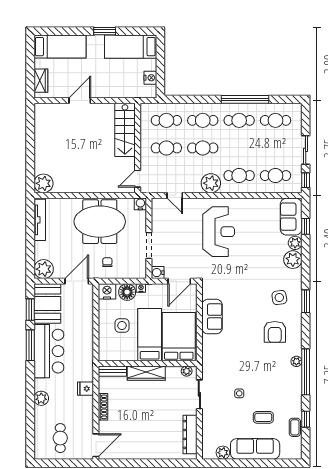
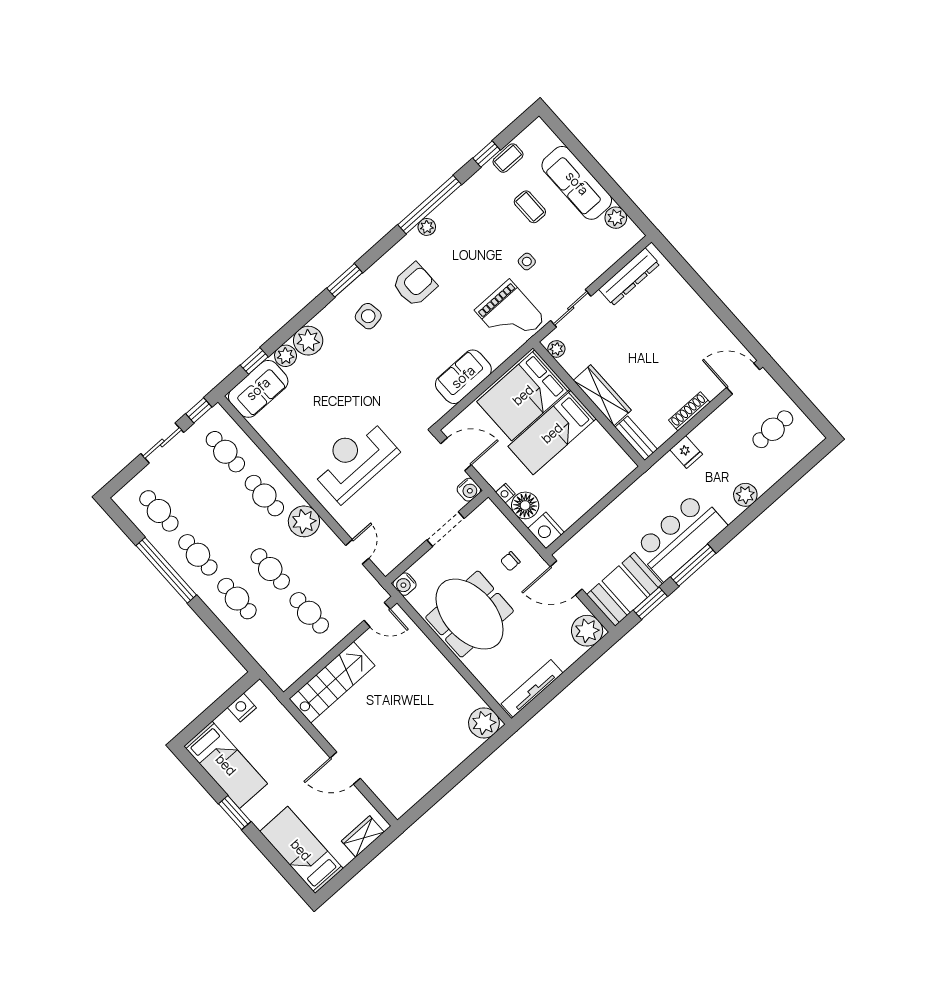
cafe table: (166, 120) -> (276, 642), removed
side table: (122, 325) -> (571, 476), removed
grand piano: (222, 364) -> (510, 315), added

